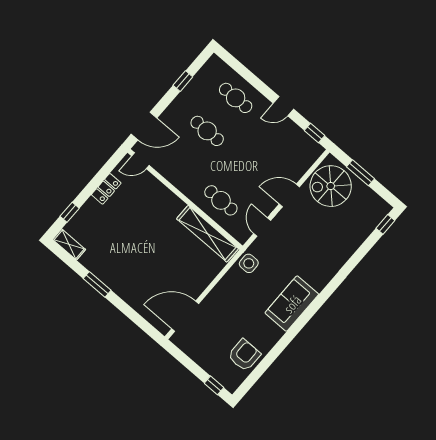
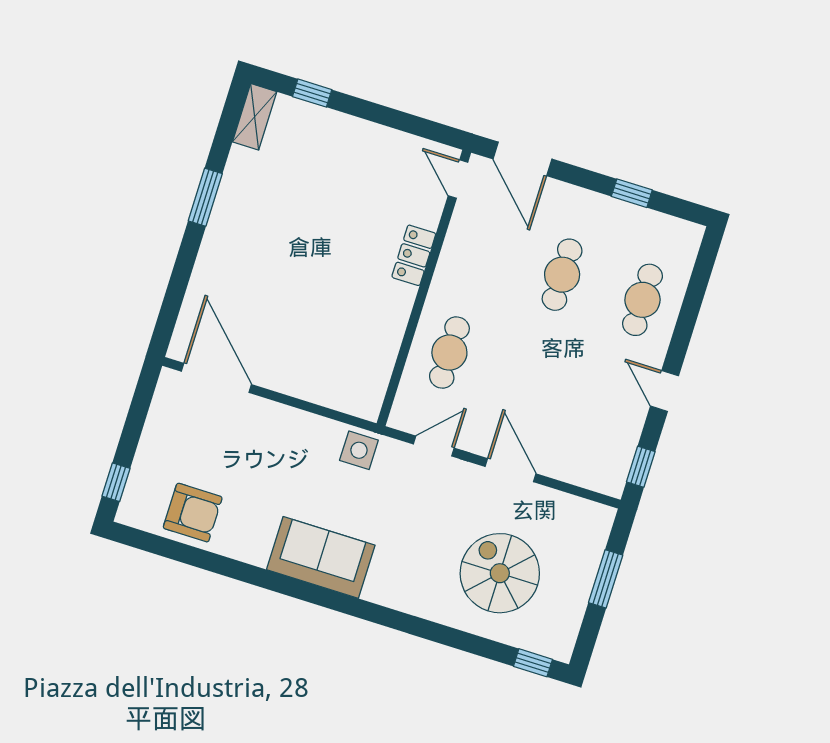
spiral stairs: (331, 186) -> (500, 573), moved
locker: (106, 189) -> (414, 255), moved, turned 90
shelving: (207, 234) -> (380, 354), removed

